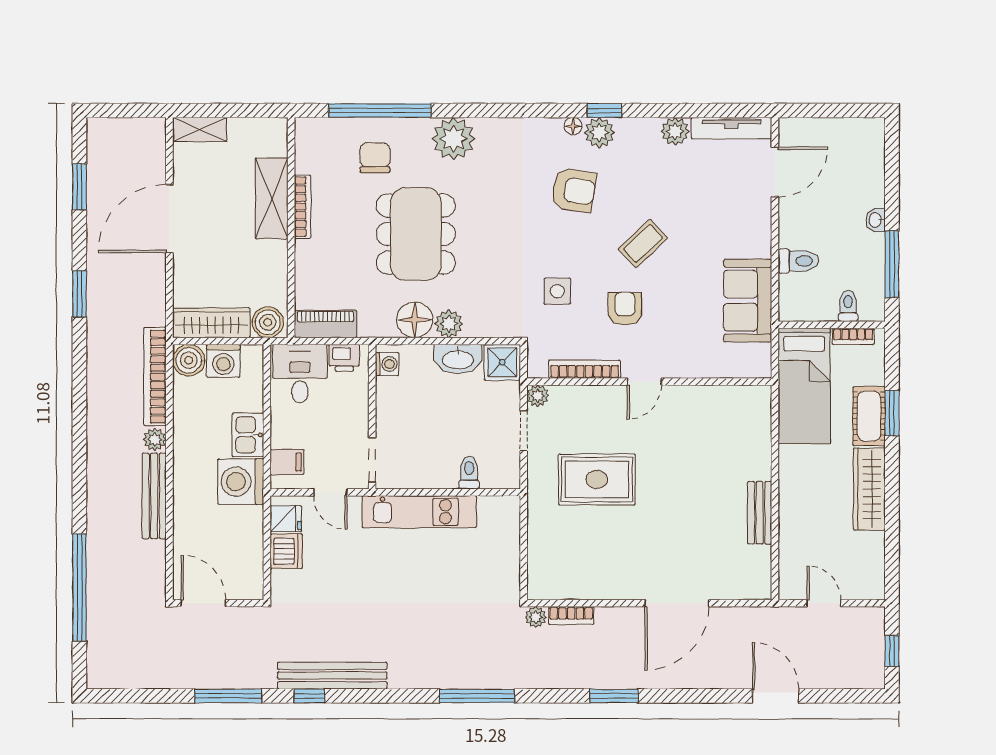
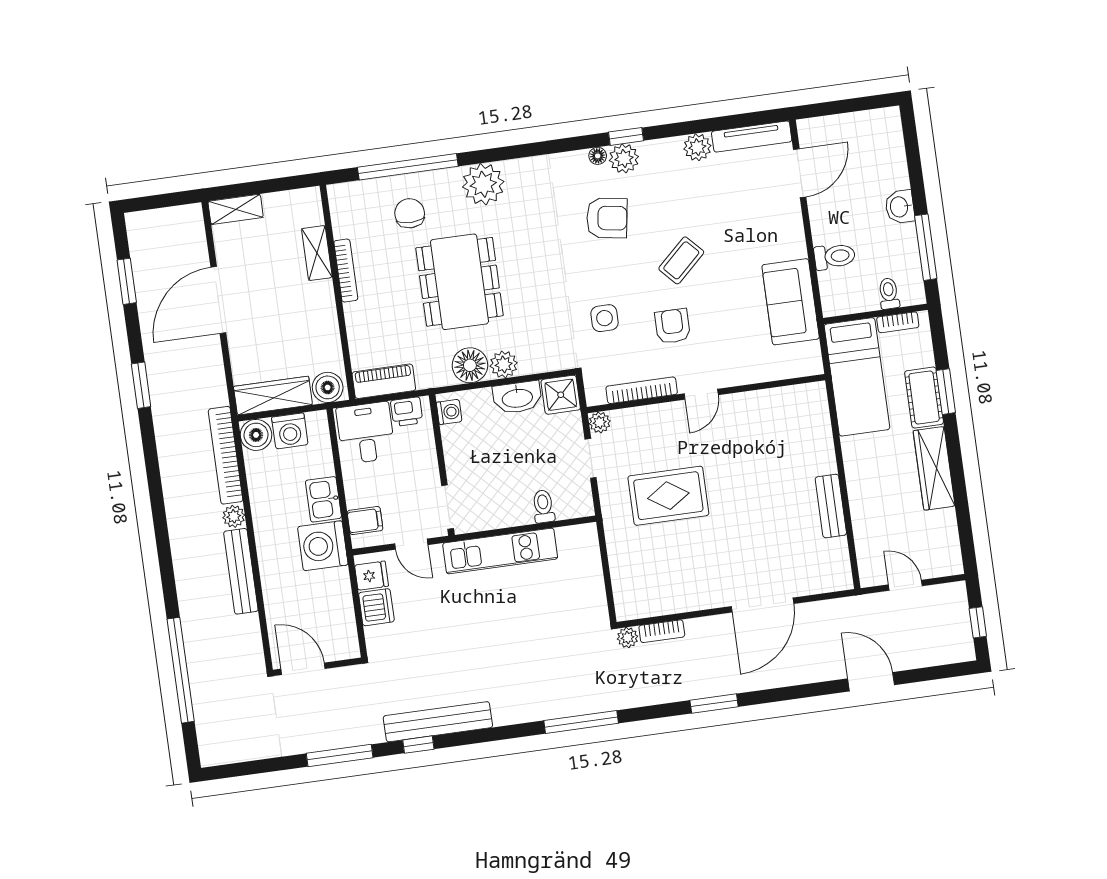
shelving: (272, 198) -> (317, 253), width x0.67, depth x0.75
washbasin: (876, 220) -> (900, 207), width x1.38, depth x1.45

